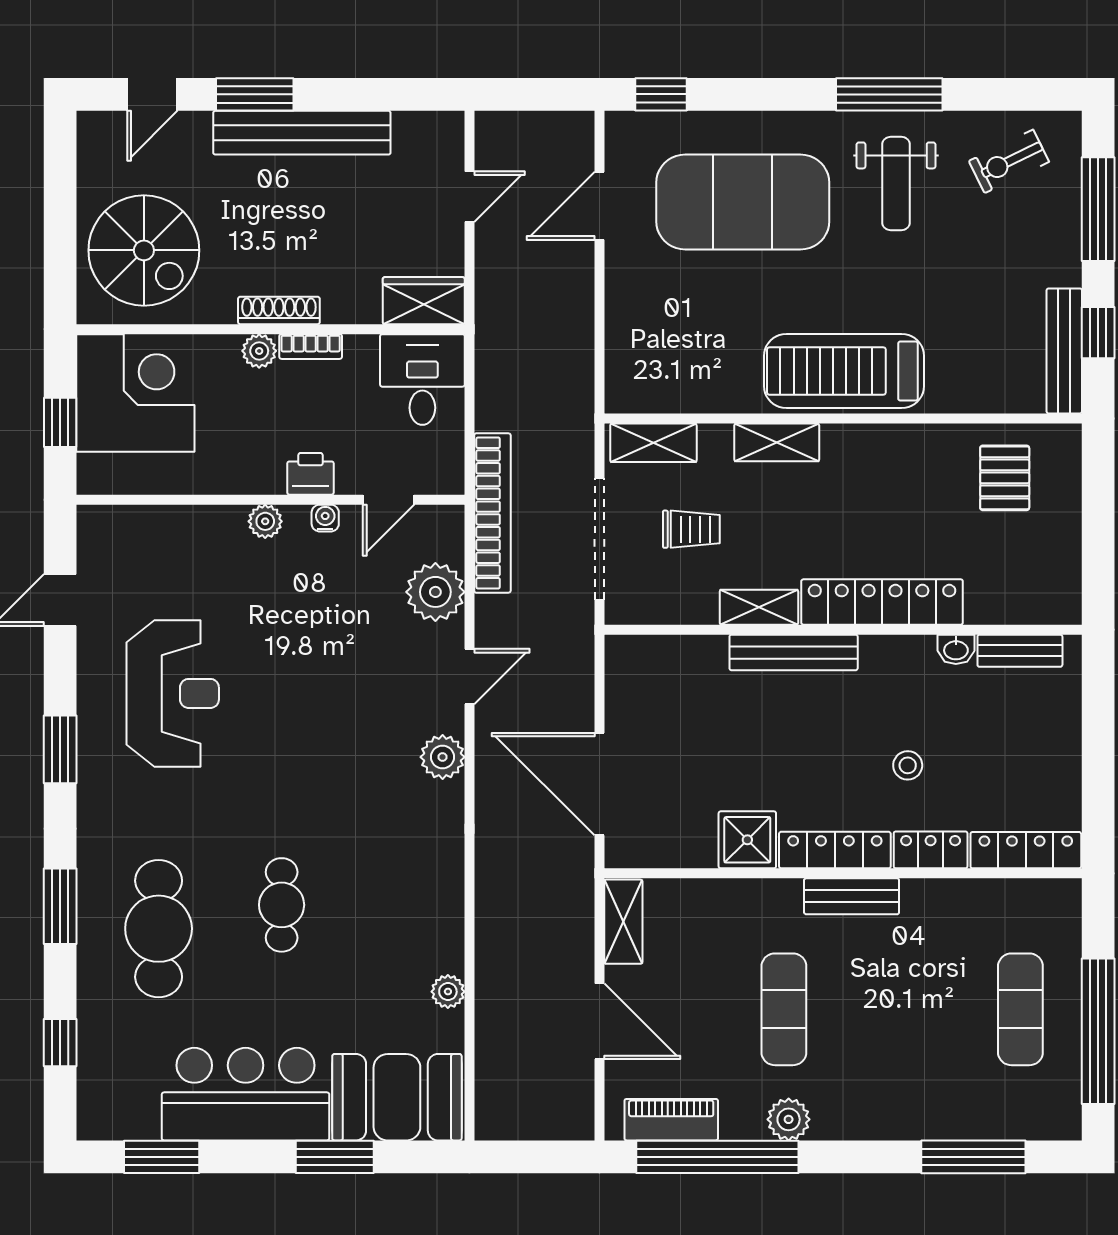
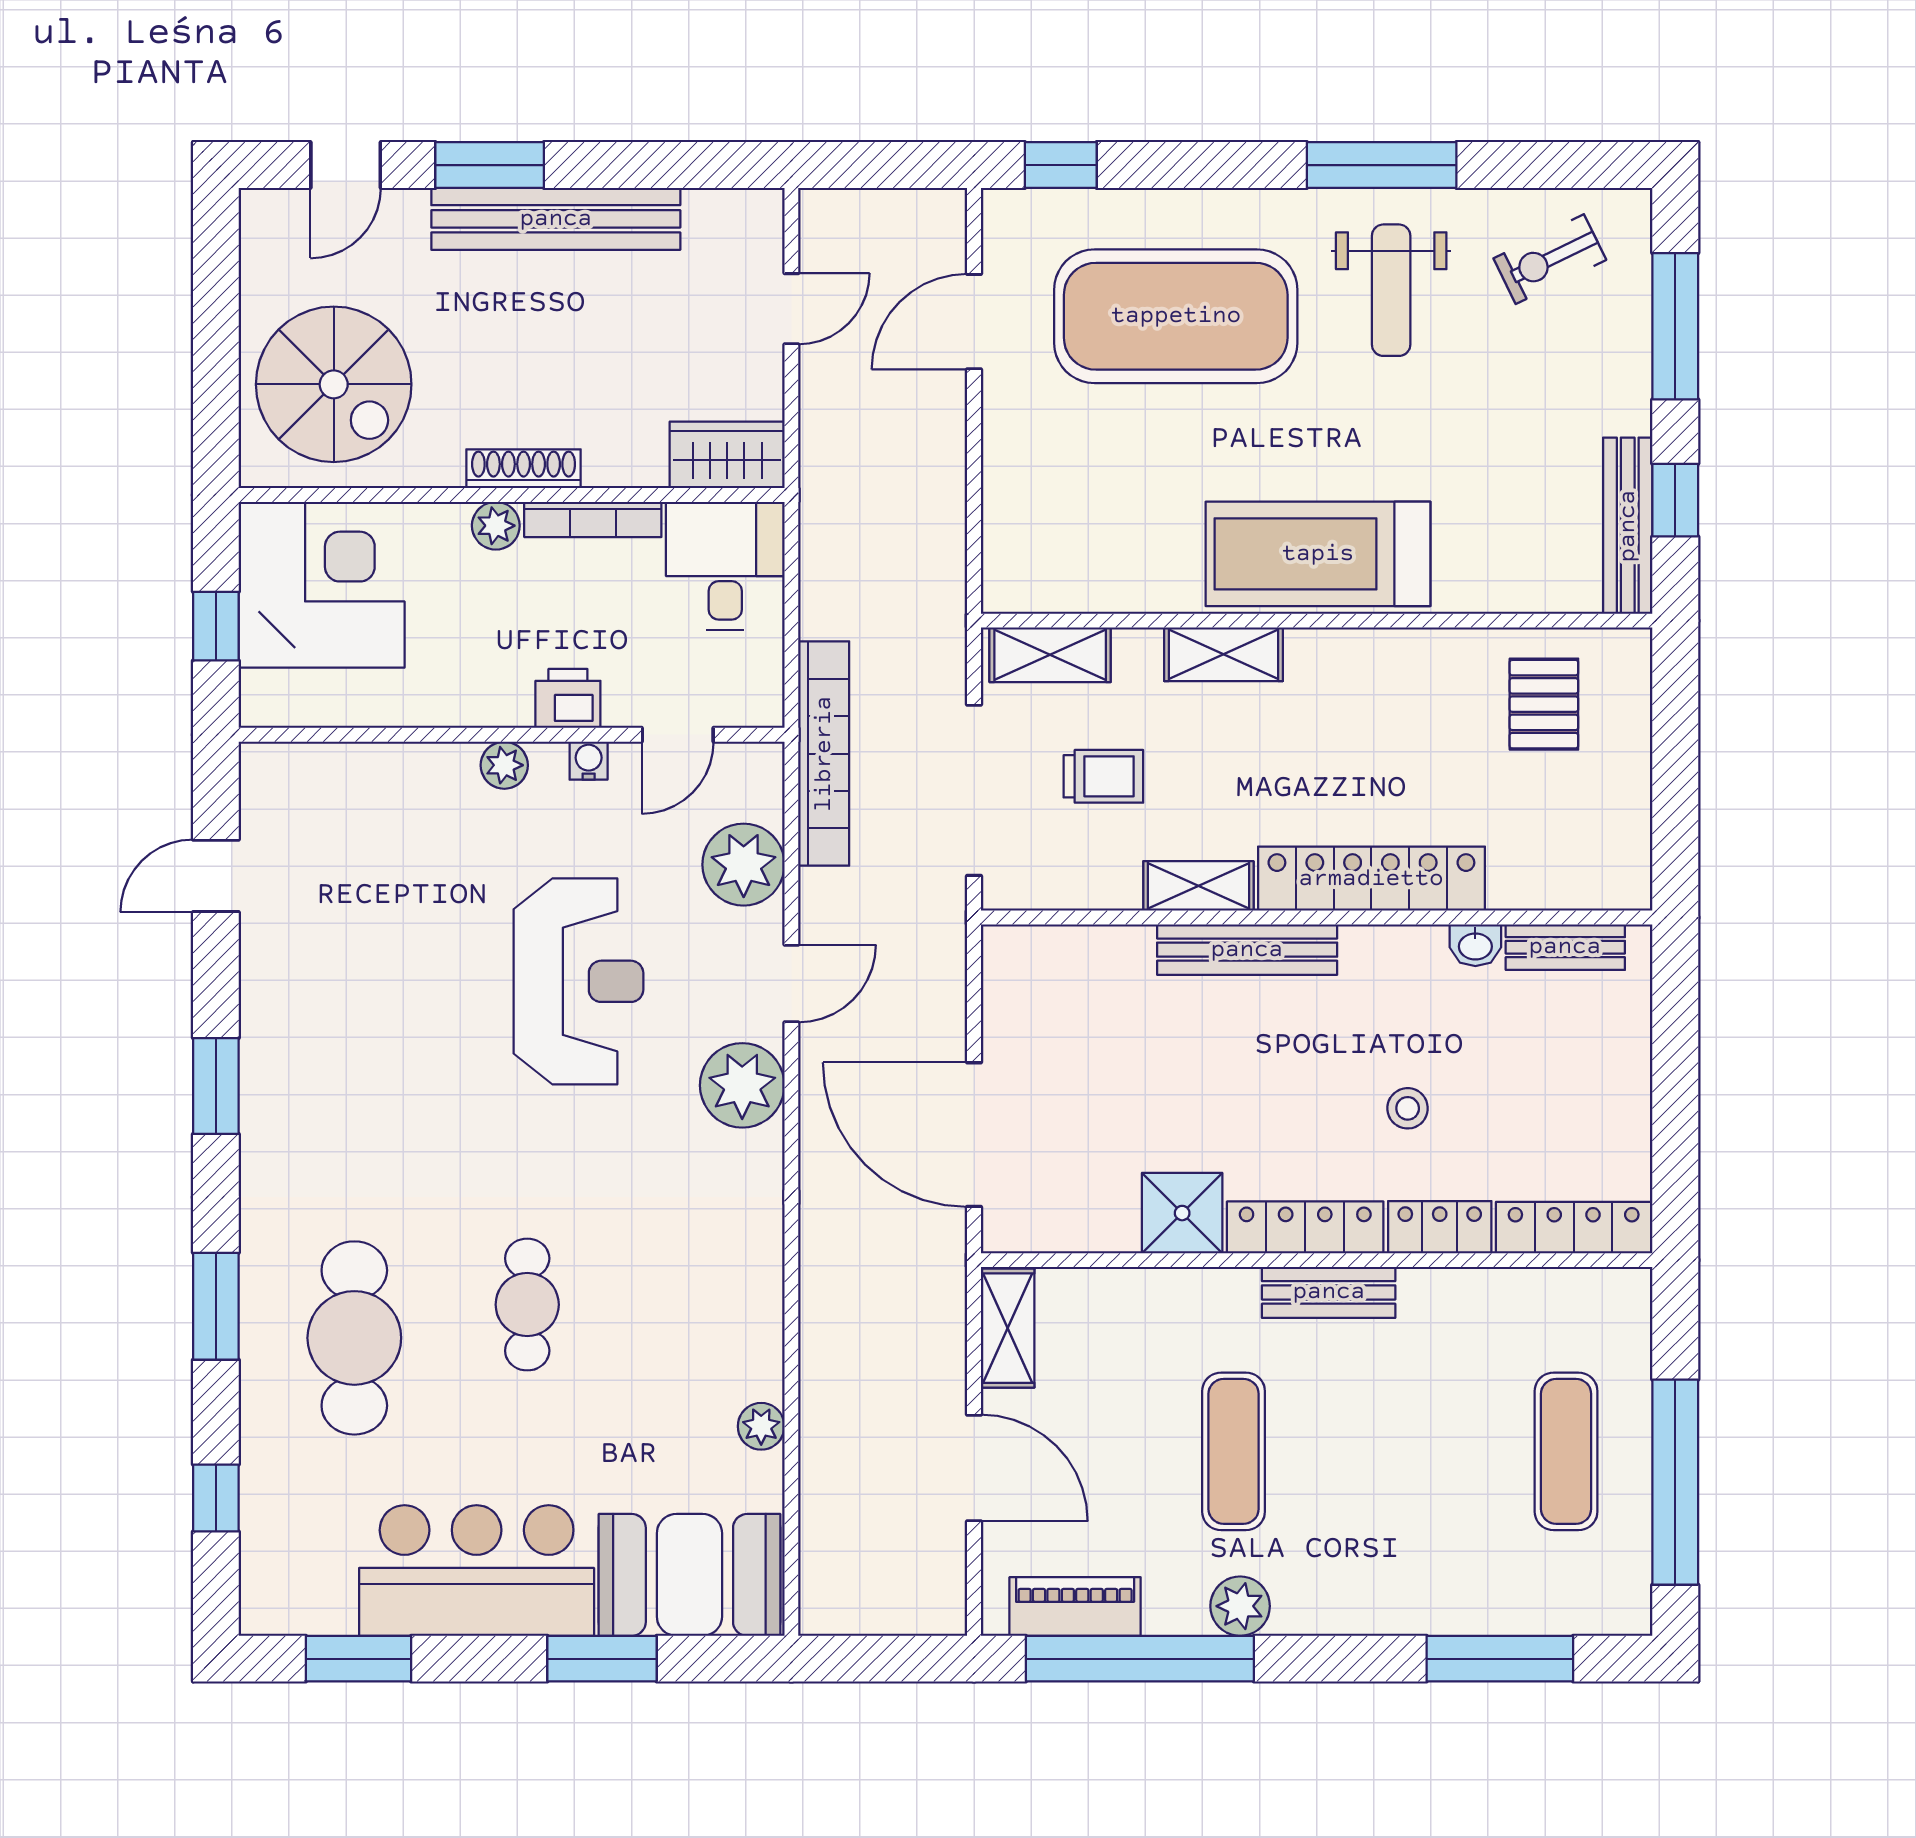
bookcase: (311, 347) -> (593, 519), width x1.56
reception desk: (173, 693) -> (578, 981), moved
plant: (443, 757) -> (742, 1085), width x1.36, depth x1.36

